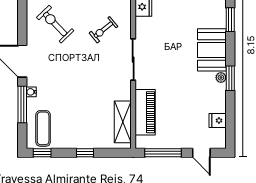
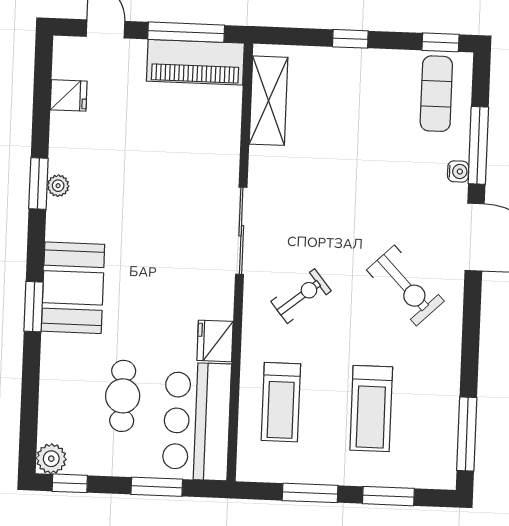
exercise bike: (55, 24) -> (405, 286), moved
booth: (212, 50) -> (73, 288), moved
piano: (145, 112) -> (195, 62), moved, turned -90

